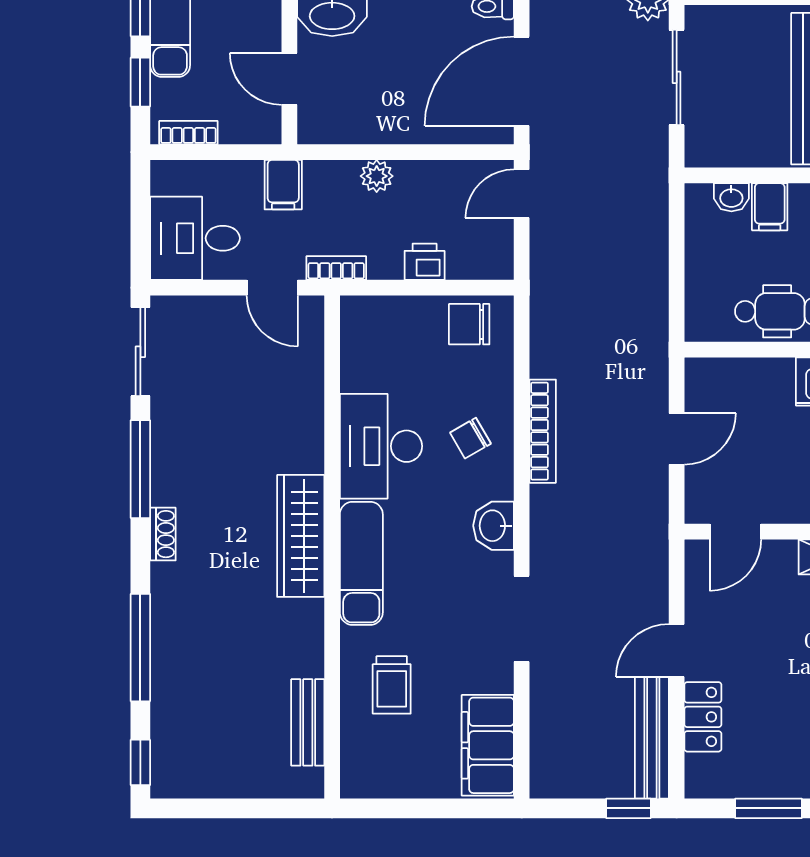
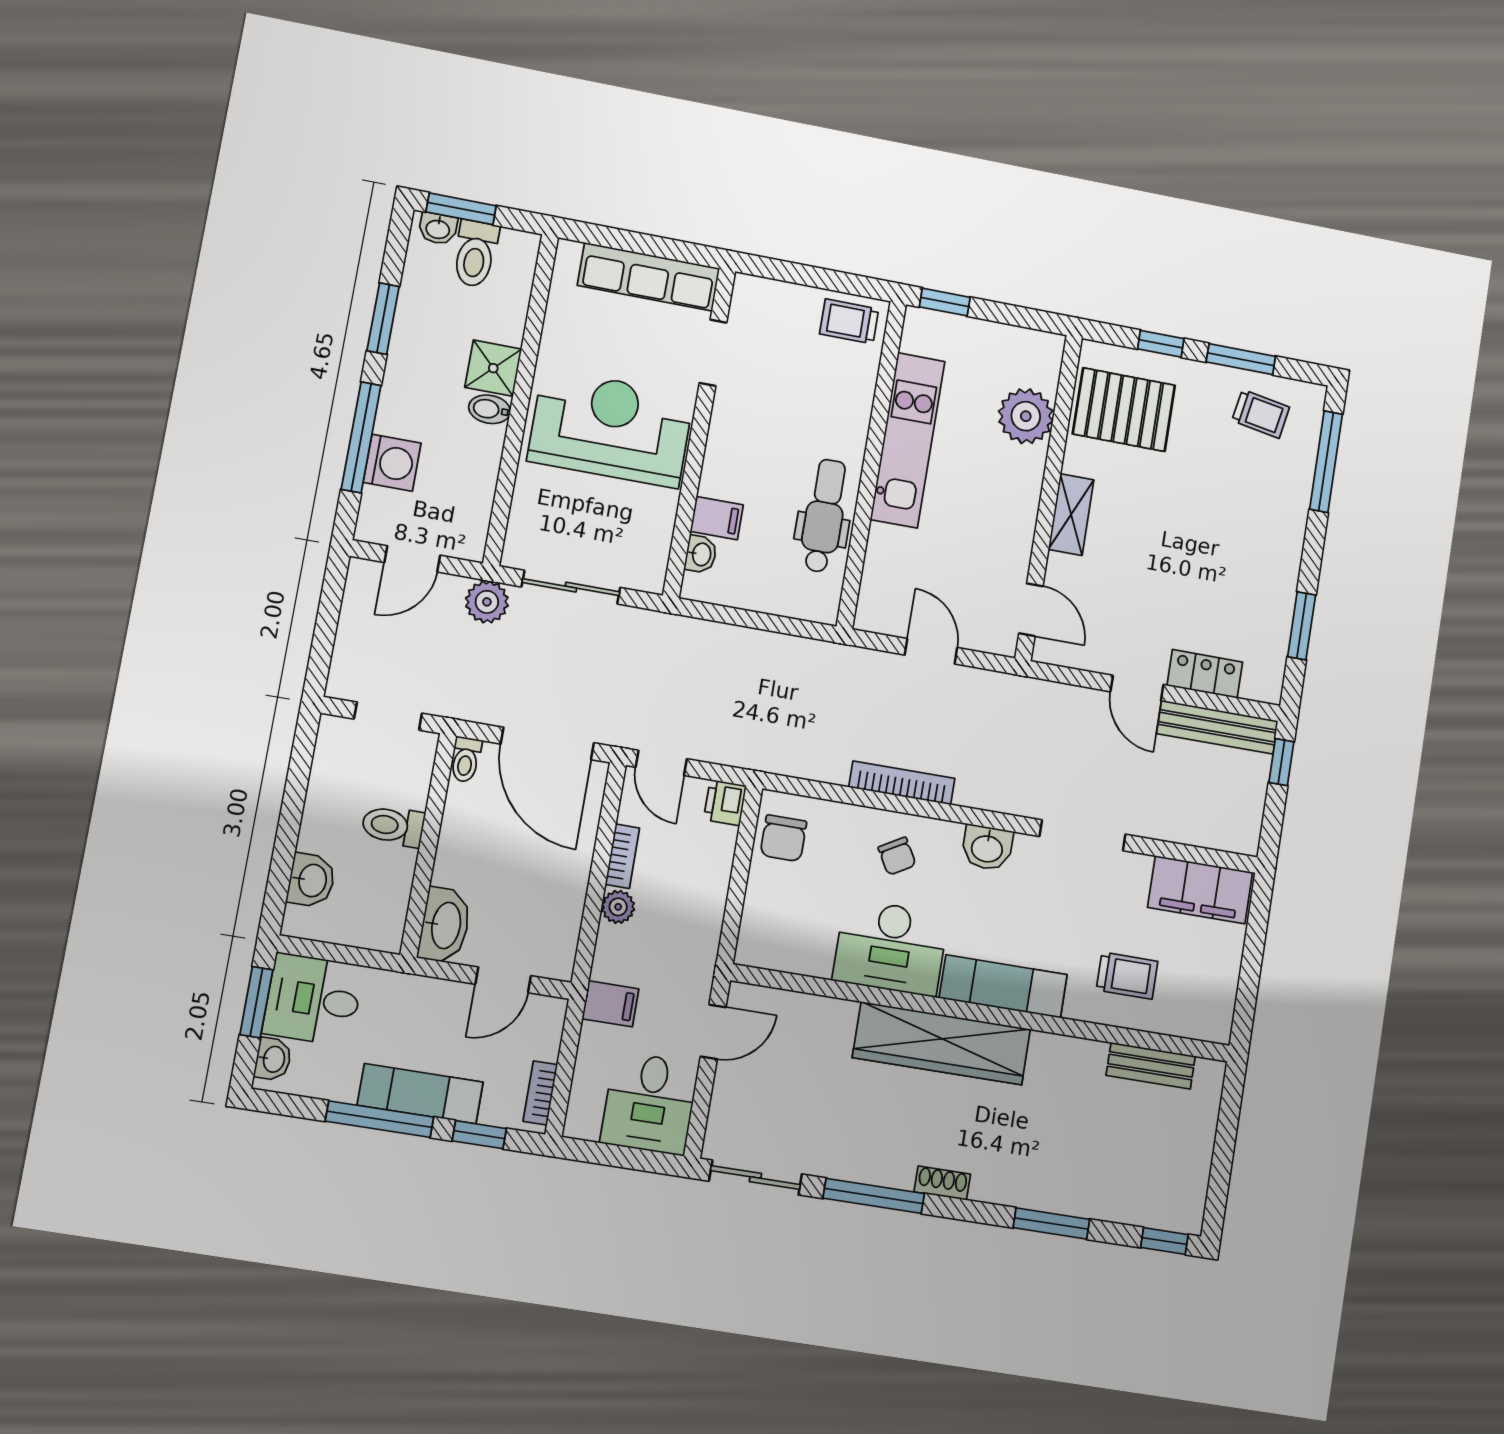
printer: (425, 262) -> (725, 803), moved
bookcase: (336, 268) -> (622, 856), moved, turned 180
wardrobe: (301, 536) -> (942, 1043), width x1.40, depth x1.17
window: (140, 648) -> (1051, 1223), width x0.69

